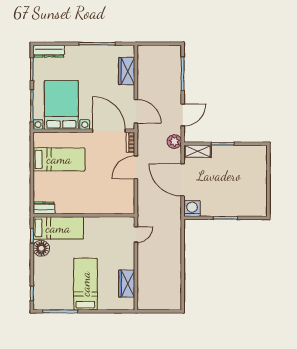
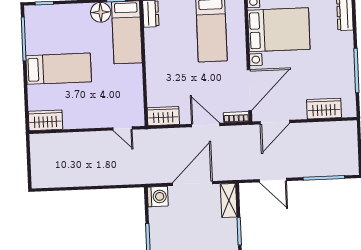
plant: (174, 142) -> (240, 171), removed
wardrobe: (127, 201) -> (163, 116), added
wardrobe: (127, 284) -> (45, 120), moved

